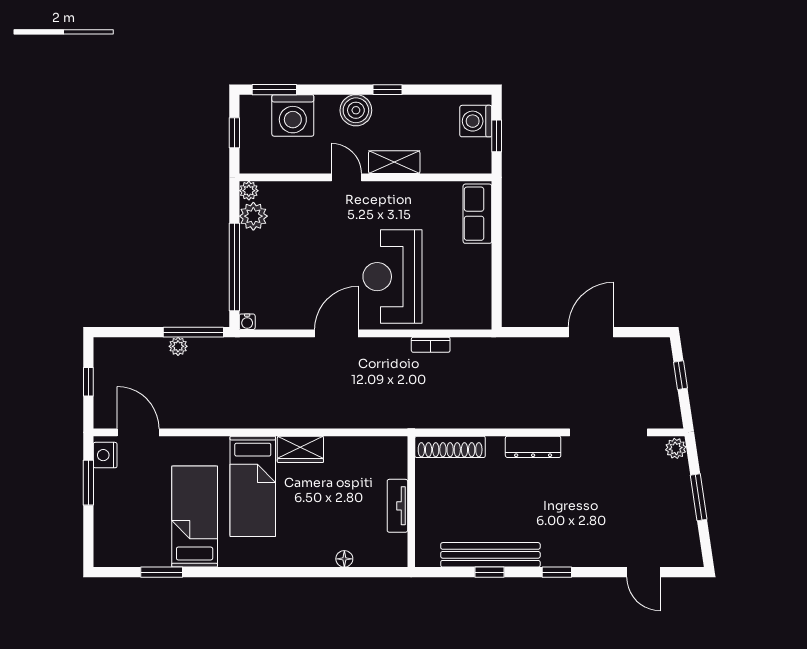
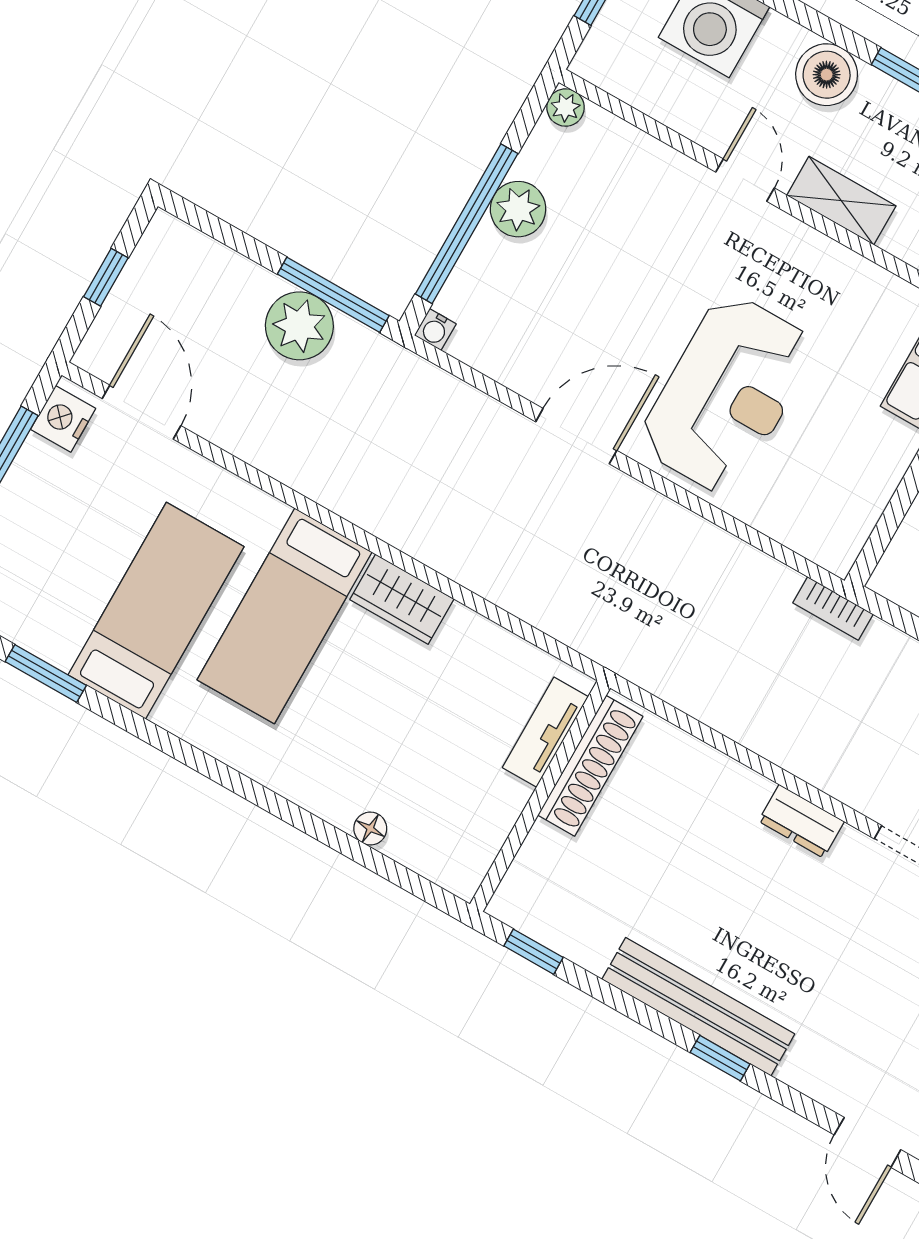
plant: (253, 216) -> (518, 209), moved
reception desk: (393, 277) -> (727, 394), turned 180
bookcase: (431, 345) -> (833, 608), moved
plant: (178, 346) -> (299, 326), width x1.87, depth x1.87
shoe rack: (450, 447) -> (590, 766), moved, turned -90
dresser: (533, 447) -> (801, 821), width x0.70
tv unit: (397, 506) -> (545, 732), moved
bench: (490, 555) -> (698, 1007), moved
window: (489, 572) -> (533, 952), moved

